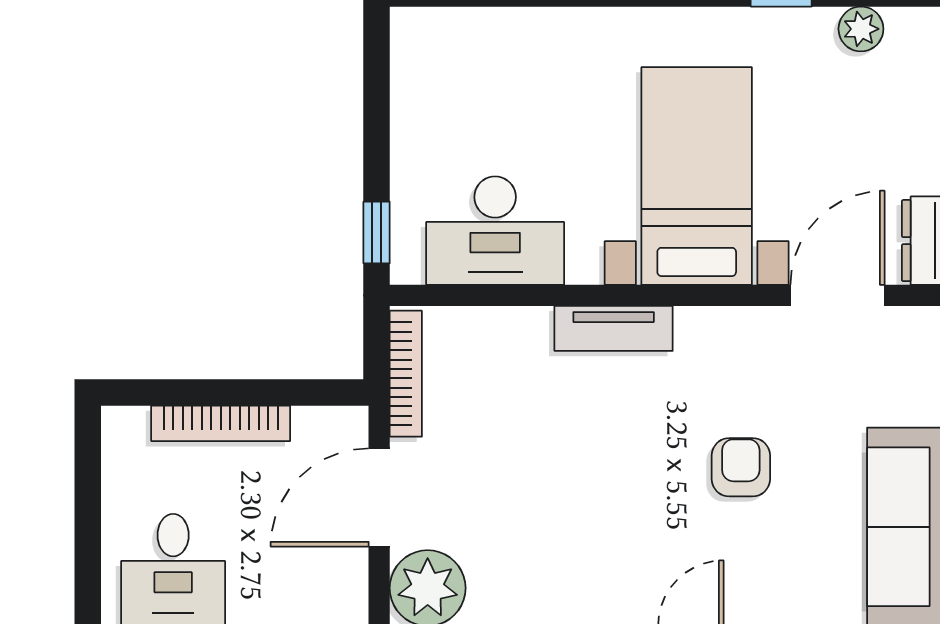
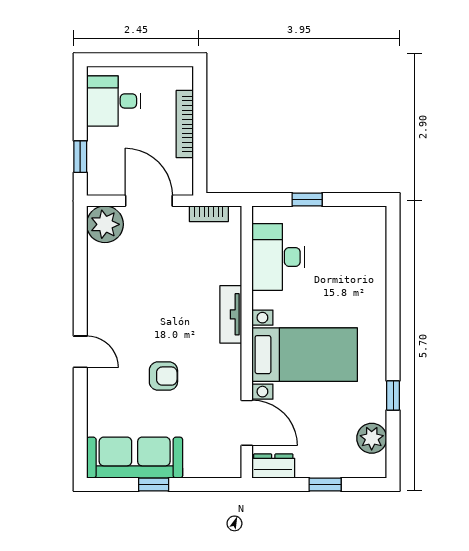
plant: (861, 29) -> (372, 438), width x1.38, depth x1.38
window: (377, 232) -> (307, 200), moved
bookcase: (406, 374) -> (209, 214), width x0.64

